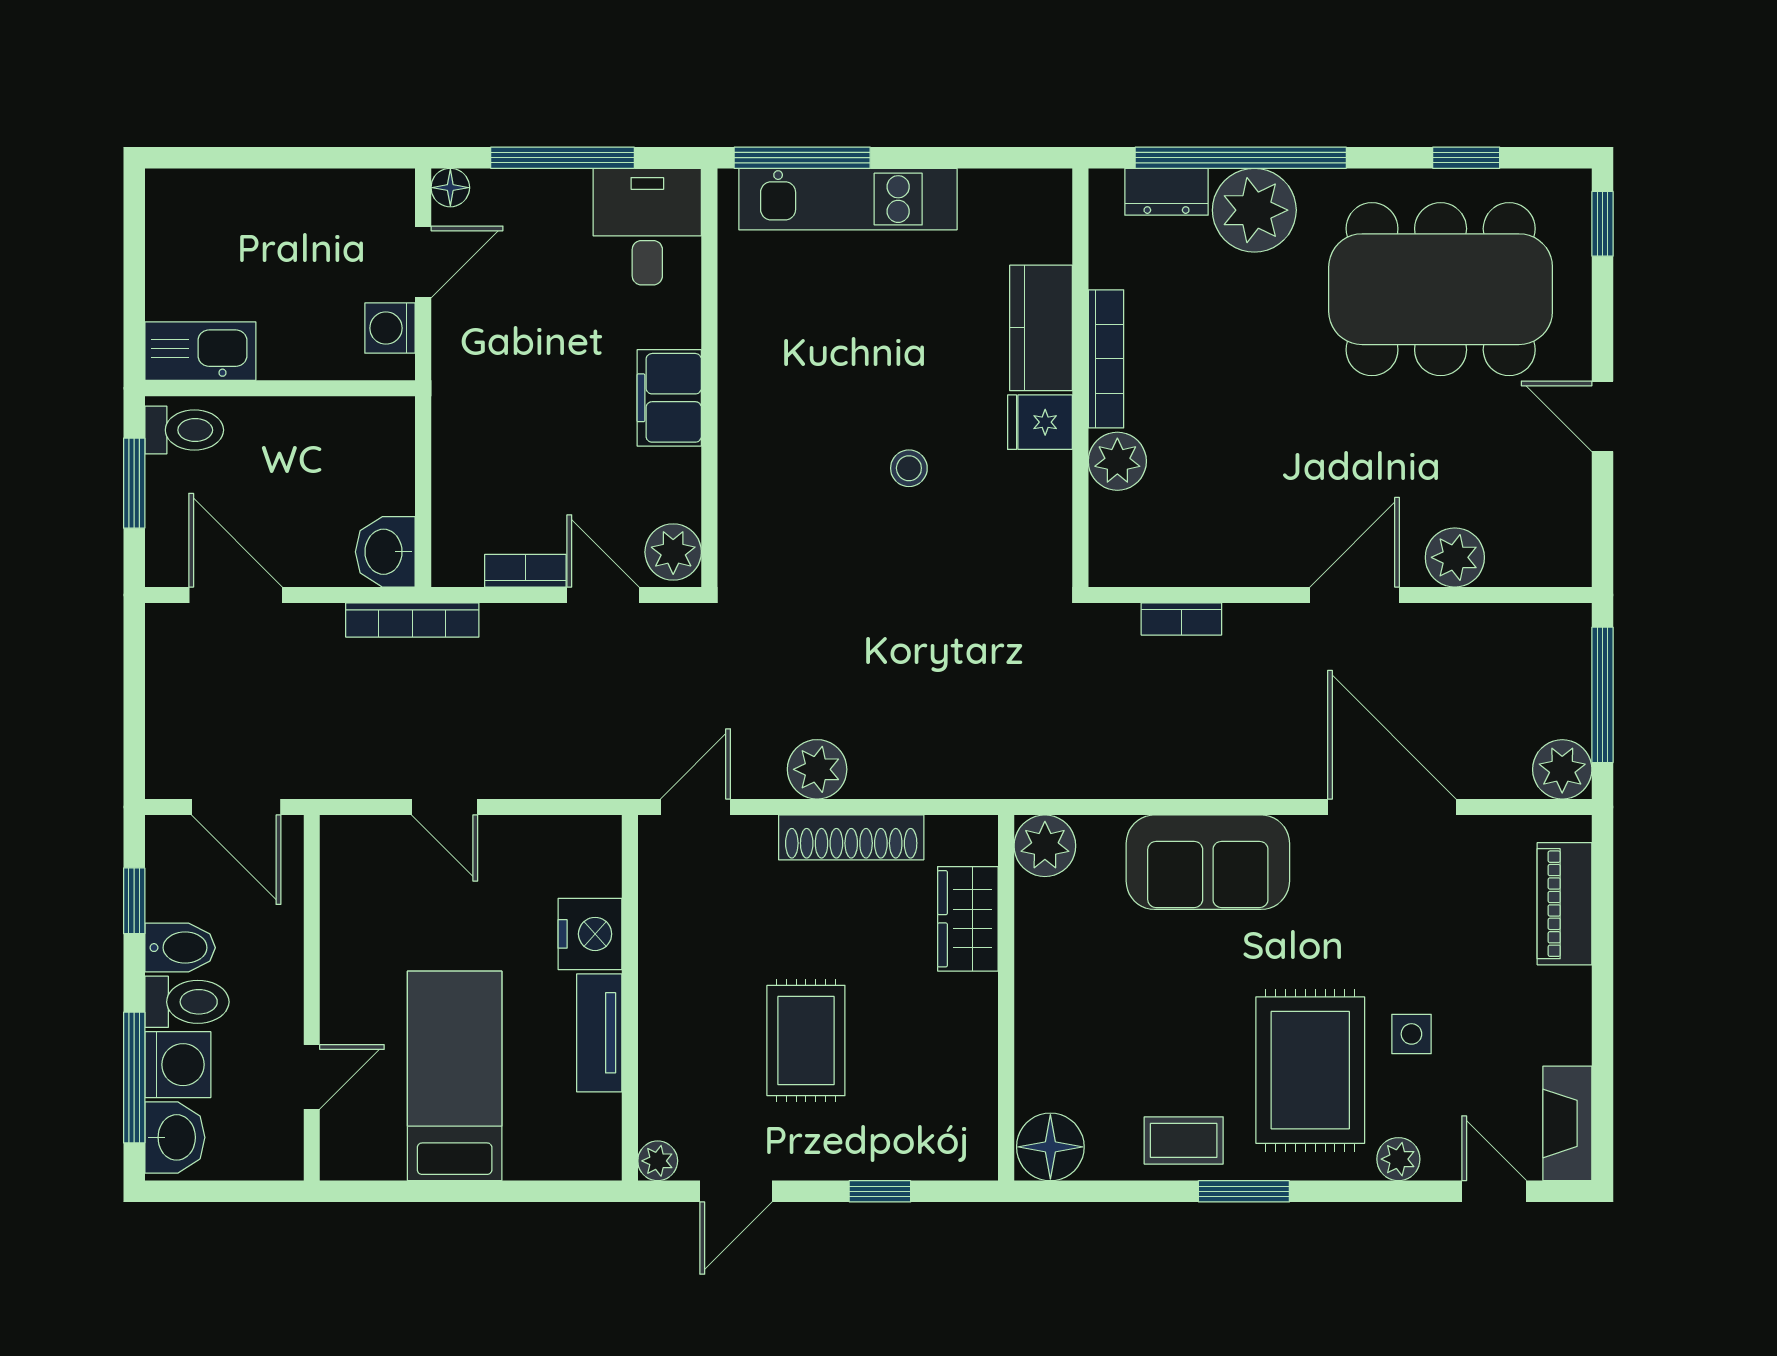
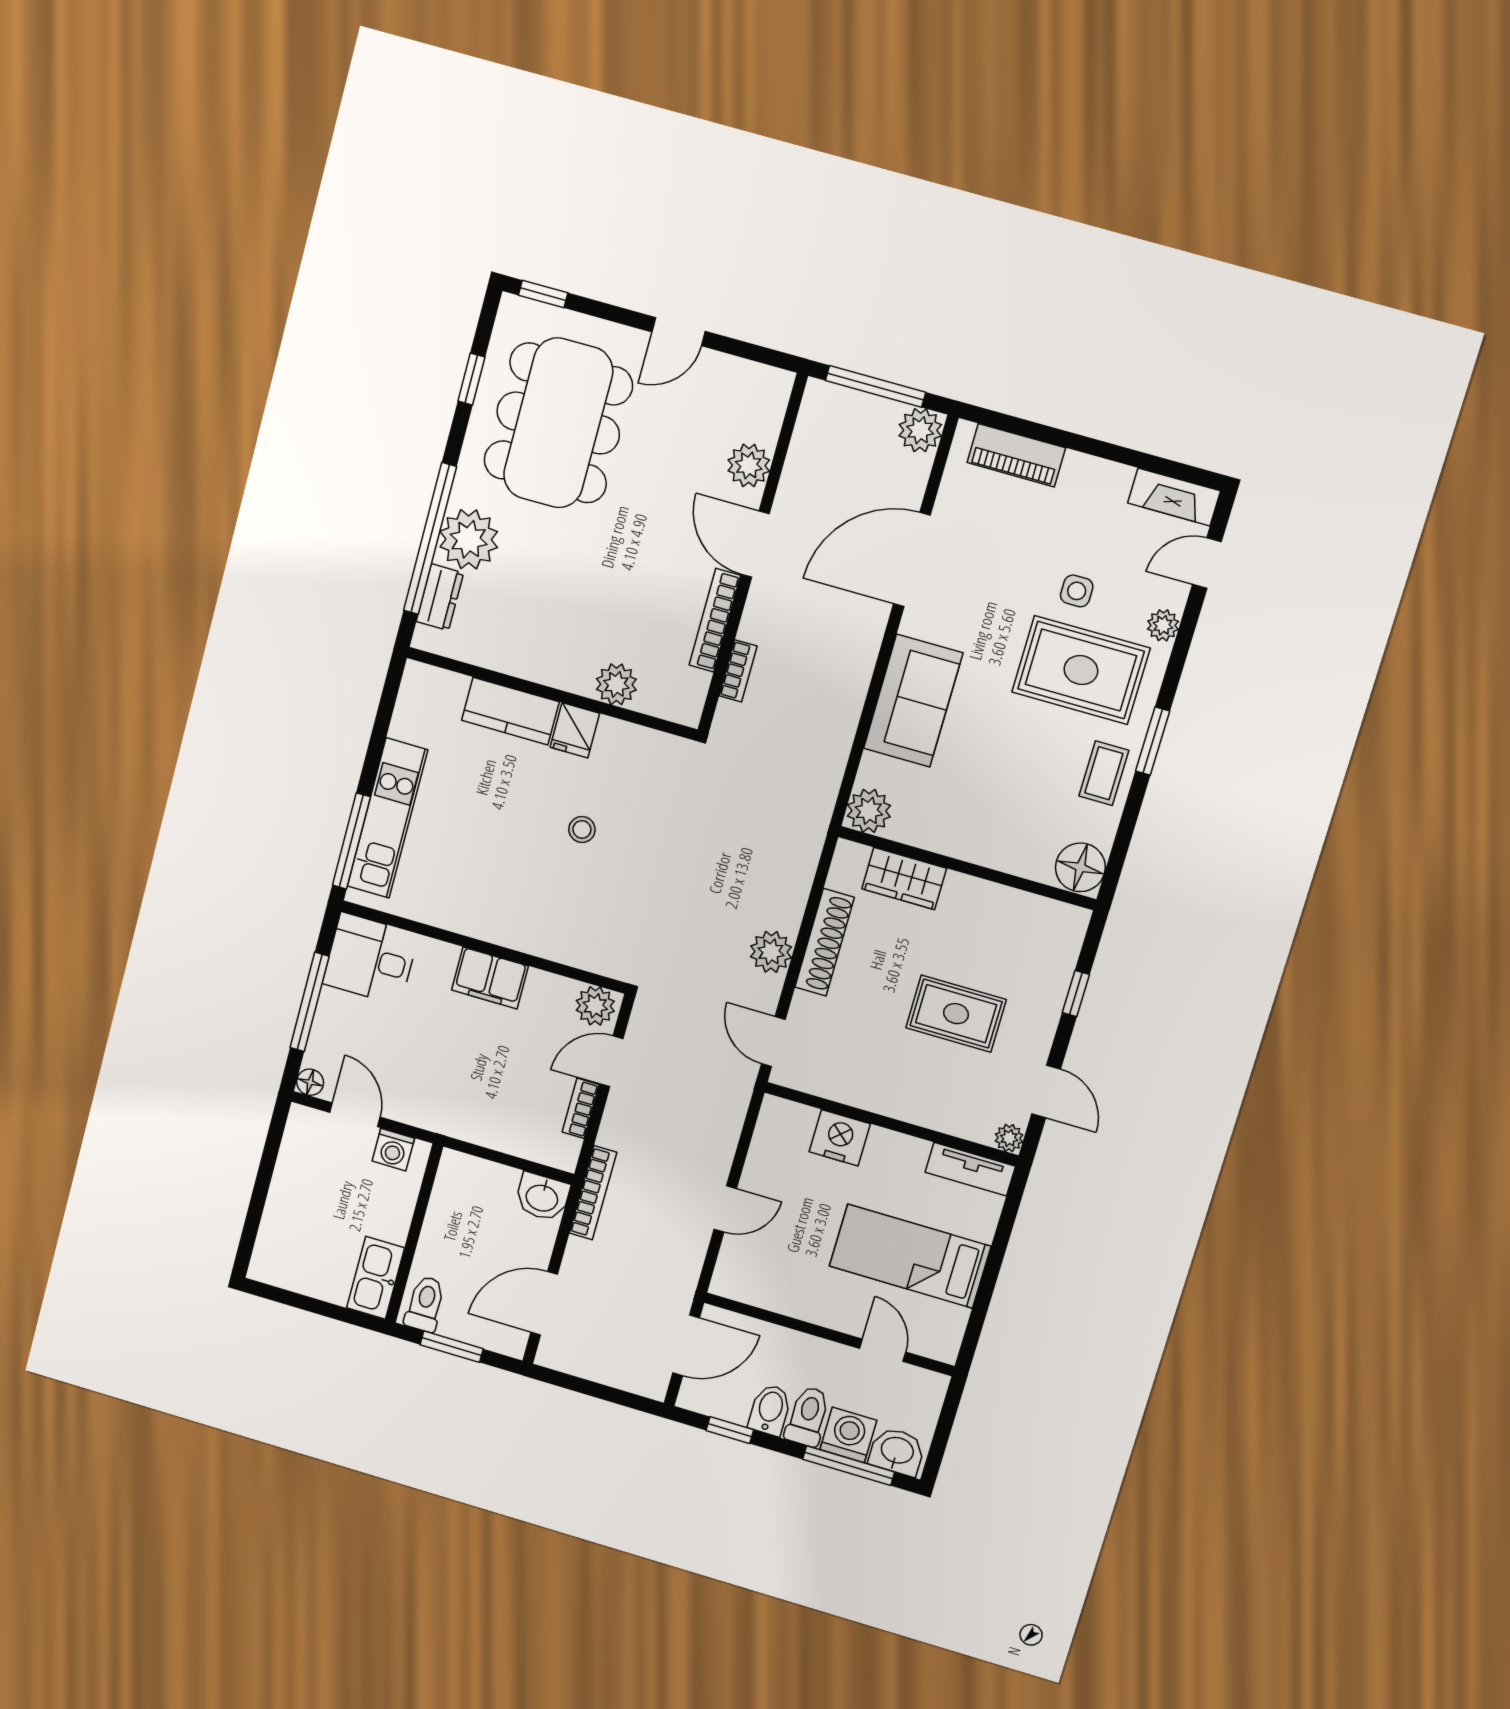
bookcase: (1106, 359) -> (715, 620), moved, turned -90
tv unit: (599, 1033) -> (970, 1169), moved

